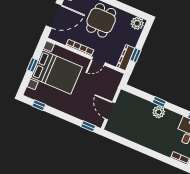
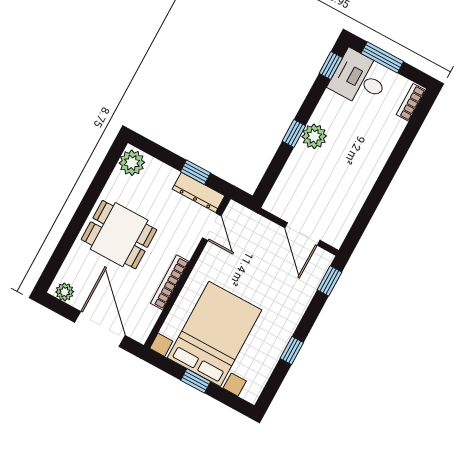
door: (98, 61) -> (212, 227), moved
window: (39, 105) -> (292, 350), moved
door: (110, 111) -> (302, 234), hinge flipped

